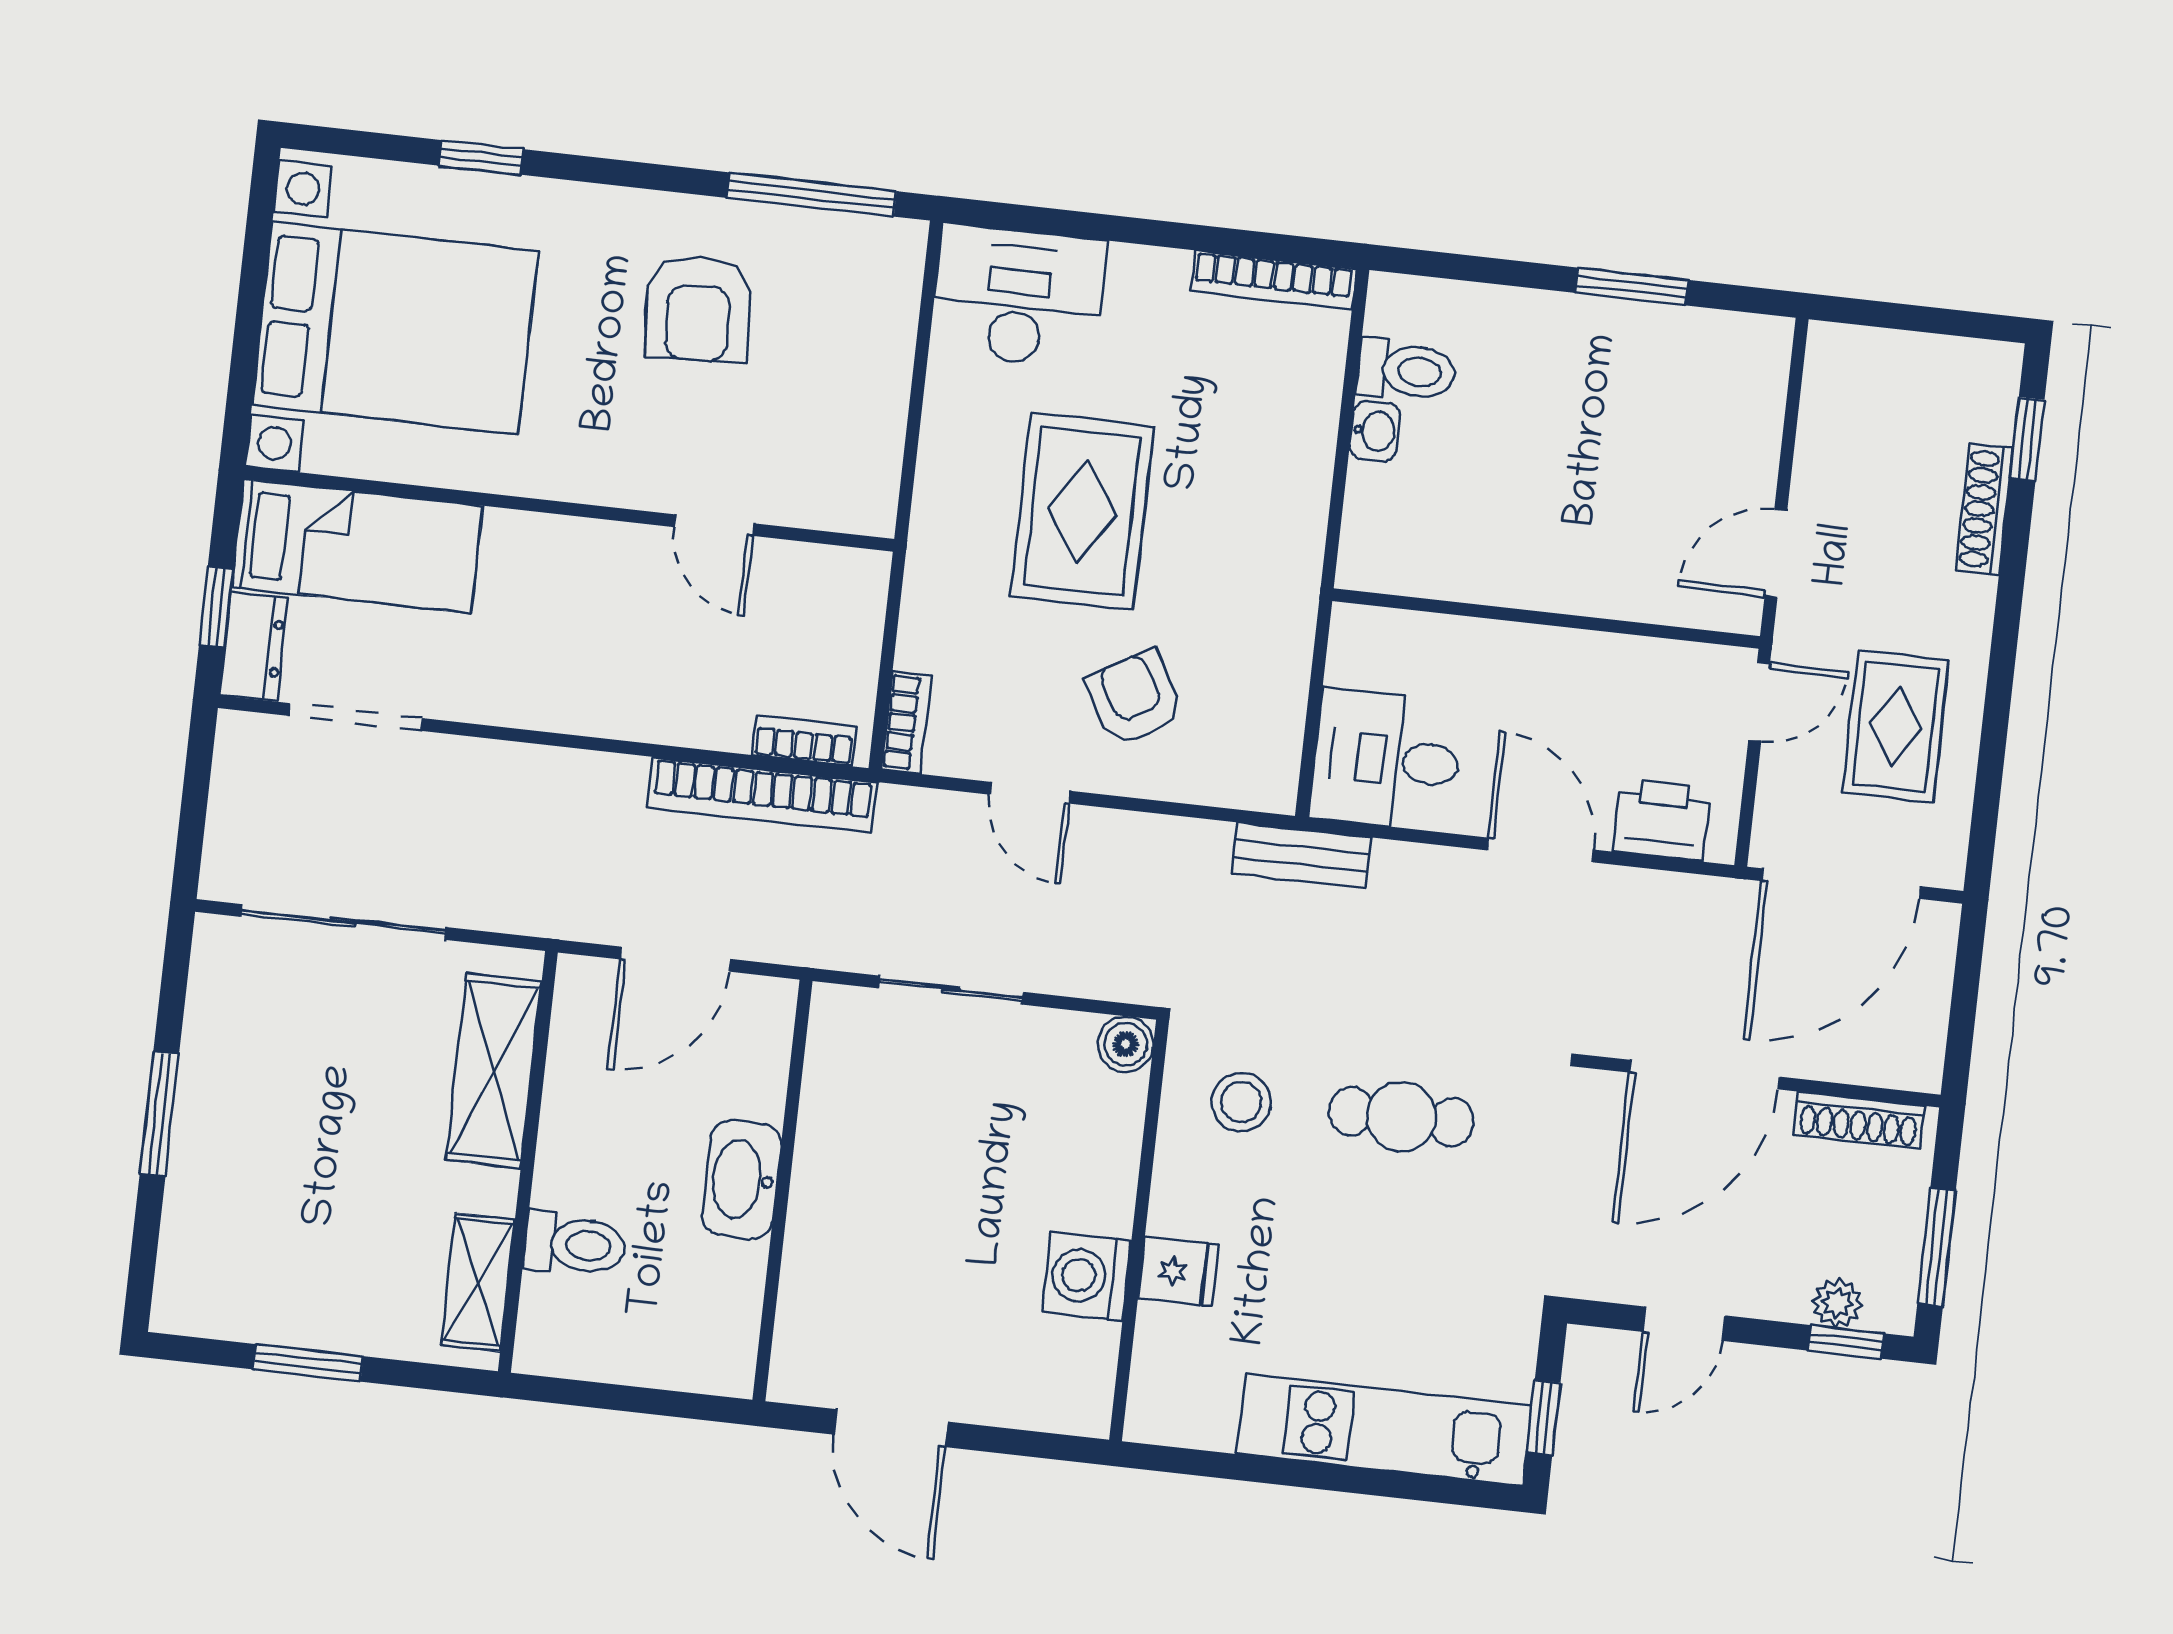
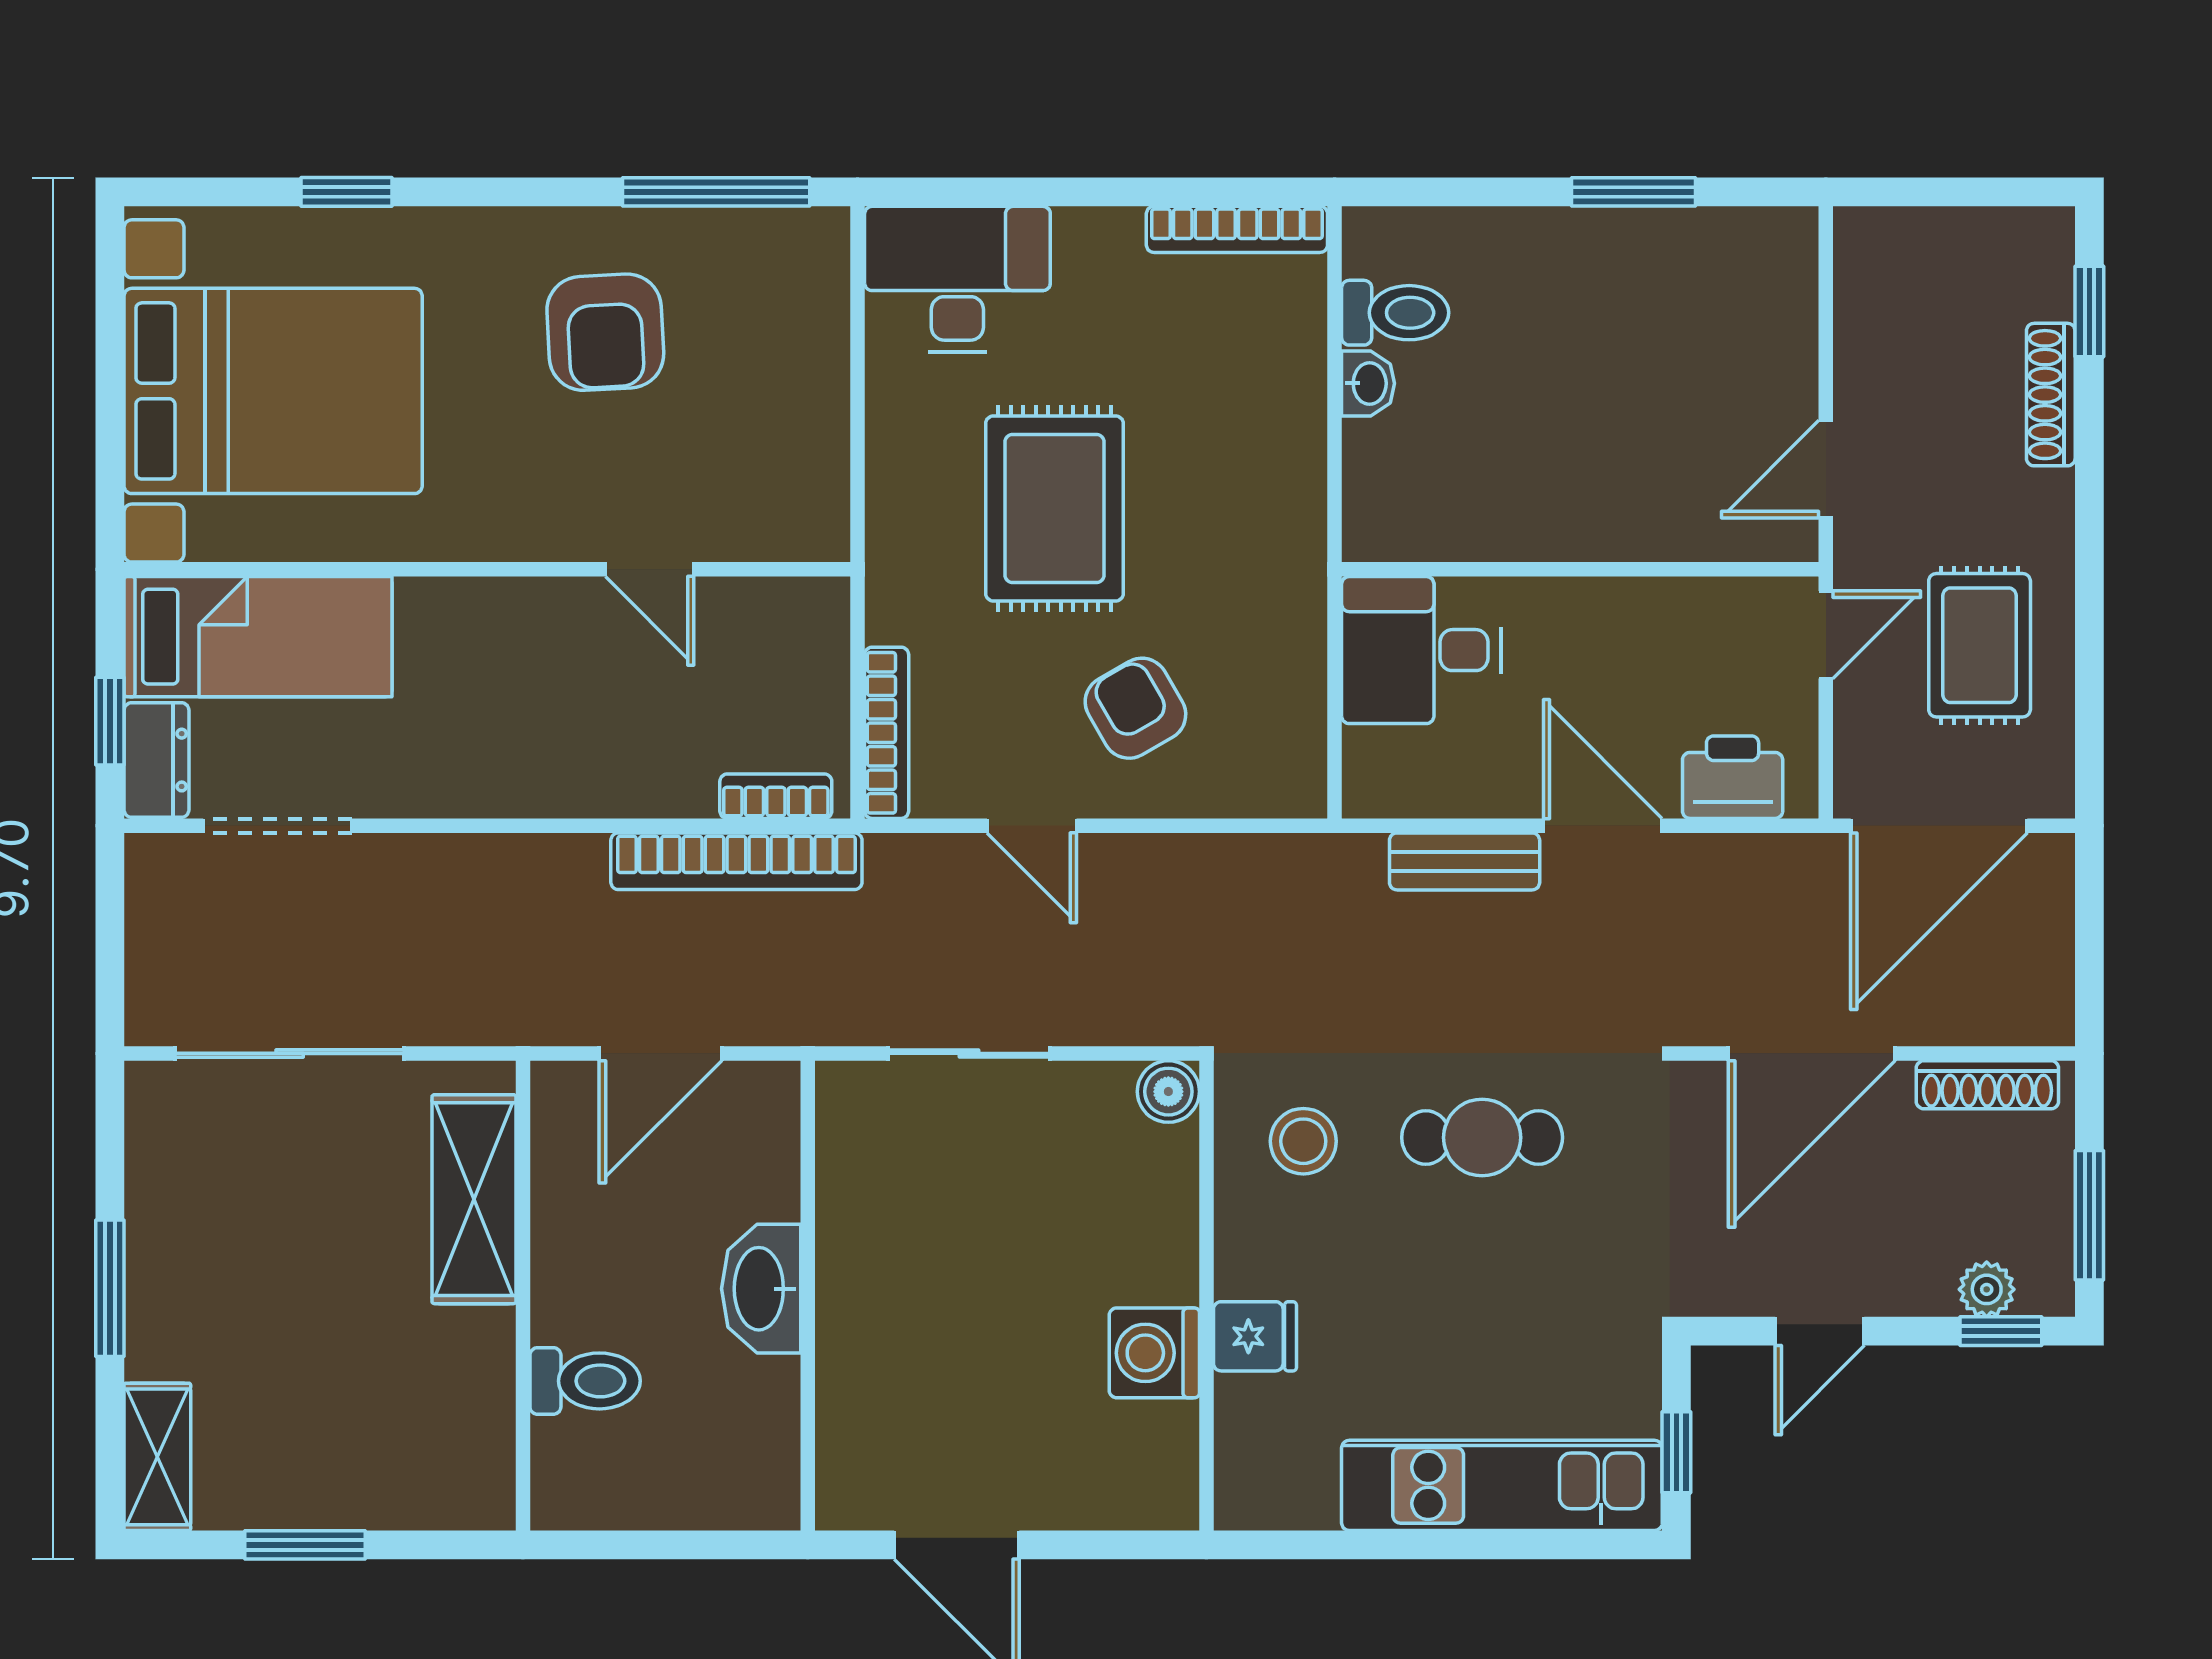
bookcase: (906, 723) -> (887, 733), width x1.56
desk: (1386, 760) -> (1421, 650), moved
bench: (1301, 856) -> (1465, 861), moved
shelving: (478, 1282) -> (157, 1457), moved

